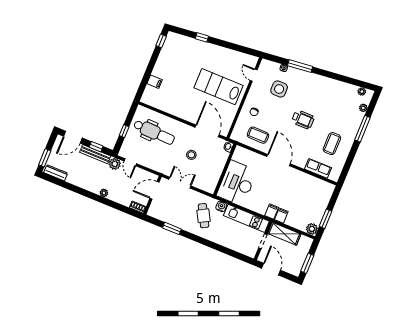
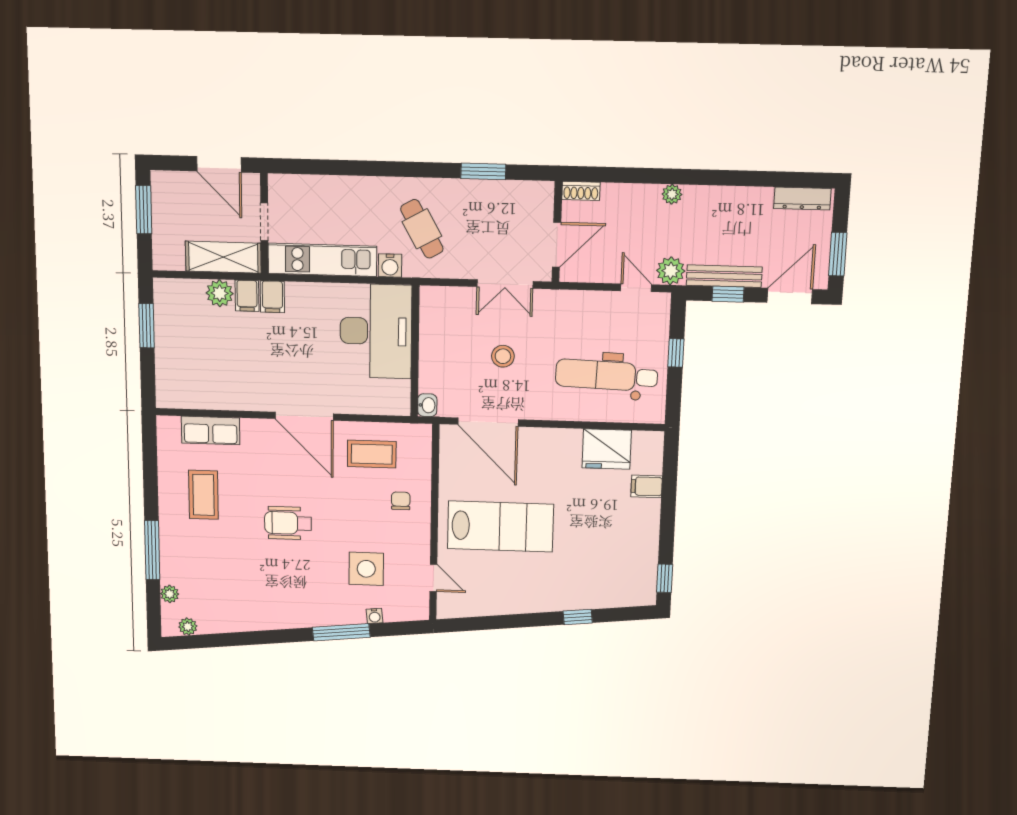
fridge: (165, 103) -> (607, 449), added
window: (45, 158) -> (838, 254), moved
plant: (312, 229) -> (220, 293), moved

